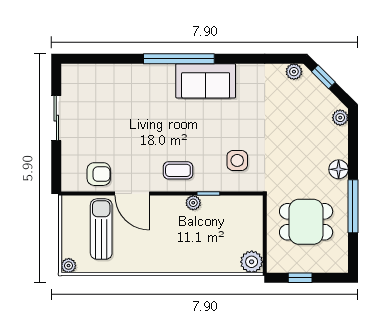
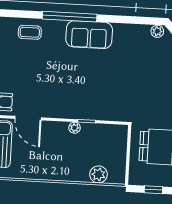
side table: (237, 160) -> (110, 97), removed
coffee table: (178, 170) -> (30, 32), moved
plant: (252, 262) -> (98, 174), moved

